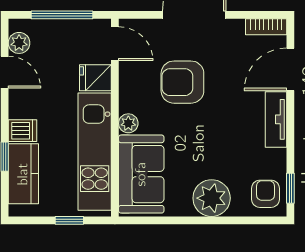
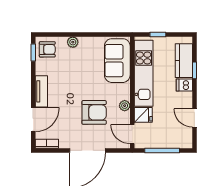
plant: (19, 43) -> (186, 135), removed
plant: (128, 123) -> (125, 106), moved
armchair: (265, 194) -> (47, 49), turned -90
plant: (212, 198) -> (73, 42), width x0.53, depth x0.53

